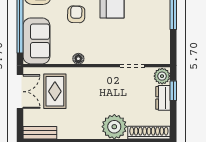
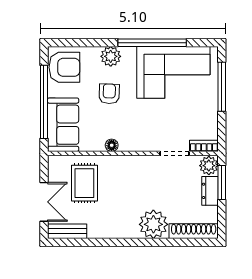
bookcase: (158, 59) -> (204, 146), added
window: (173, 91) -> (222, 183), width x1.50
double door: (20, 92) -> (44, 202), moved

